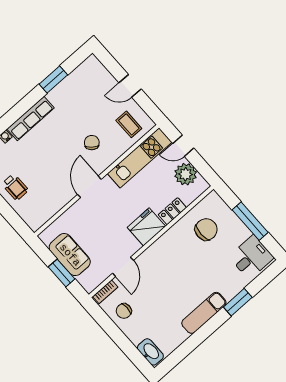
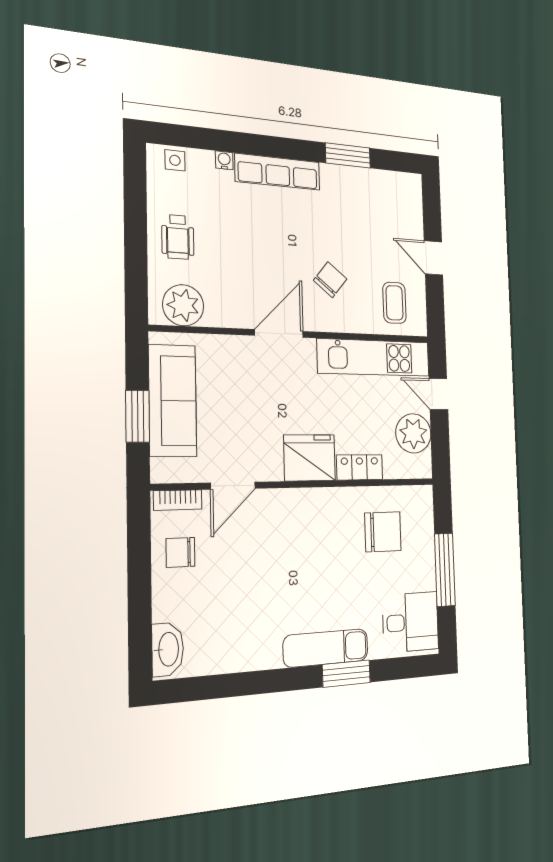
plant: (41, 213) -> (183, 305), added
sofa: (70, 255) -> (173, 401), width x1.36
exam couch: (204, 313) -> (326, 648), moved

